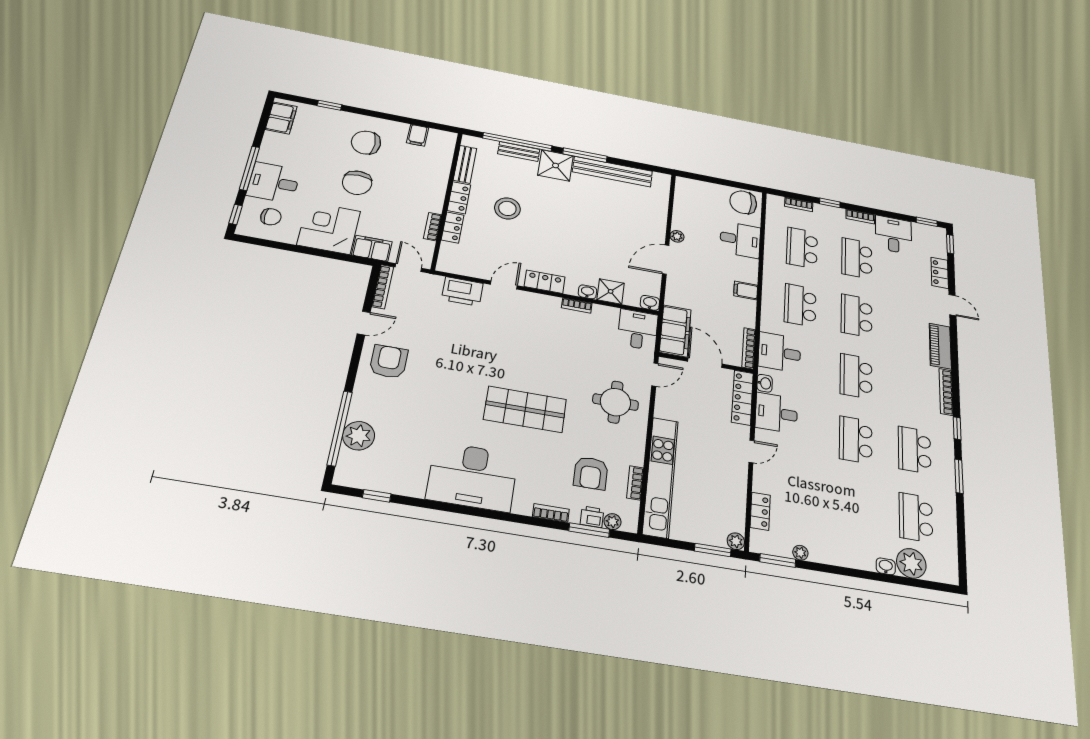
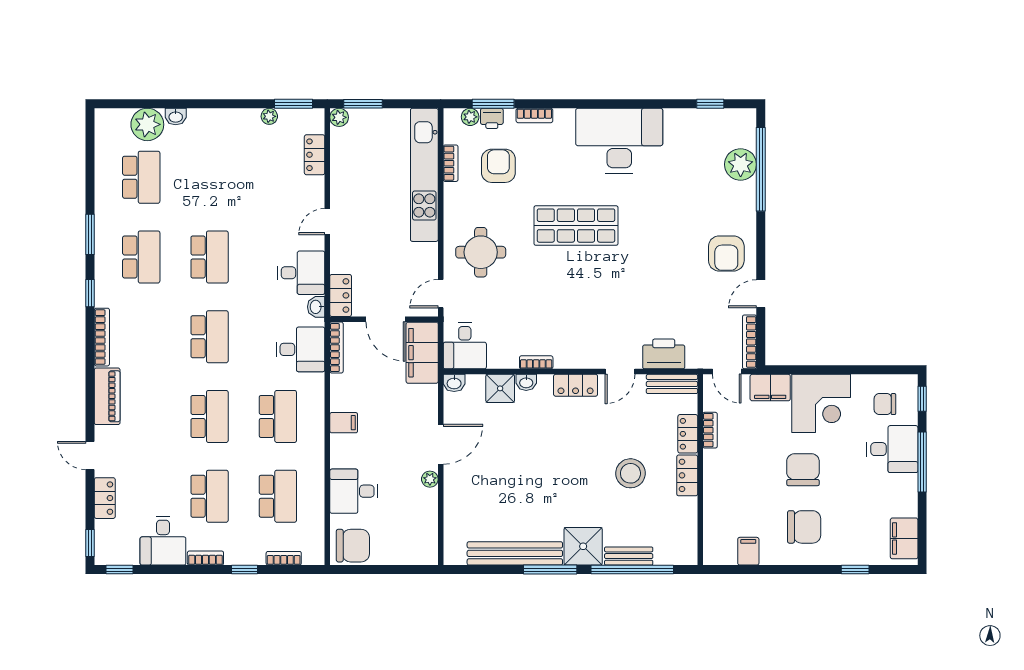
bench: (465, 164) -> (672, 384), moved, turned 90
locker: (742, 398) -> (341, 295), width x0.66

